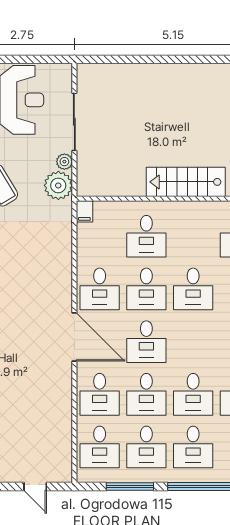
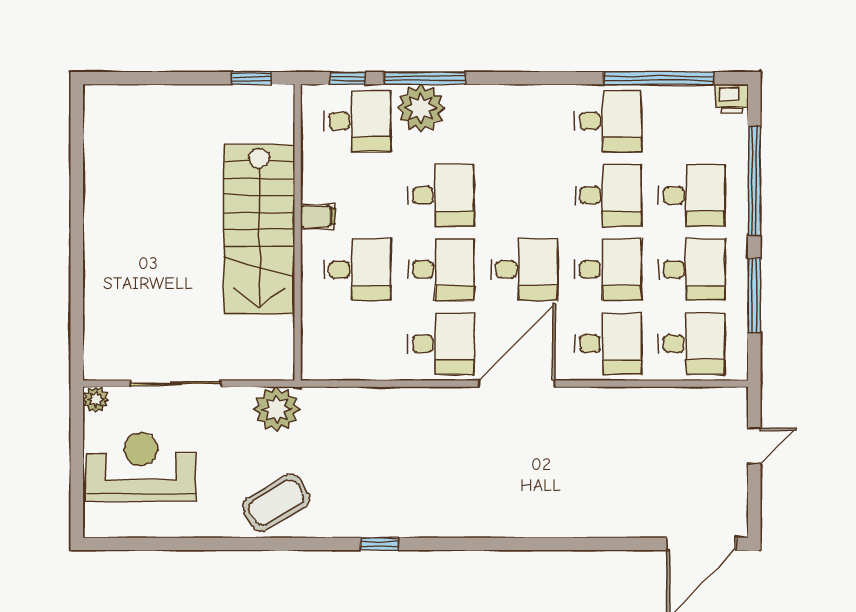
plant: (64, 162) -> (96, 399), moved
stairs: (186, 182) -> (259, 230), width x1.36, depth x1.51
filing cabinet: (84, 211) -> (318, 216), moved

